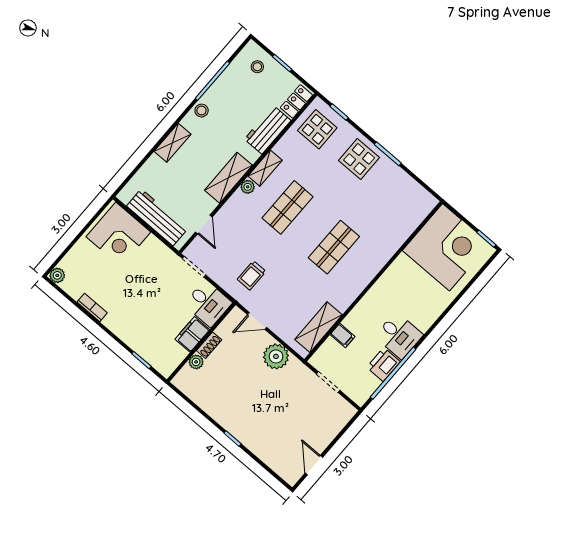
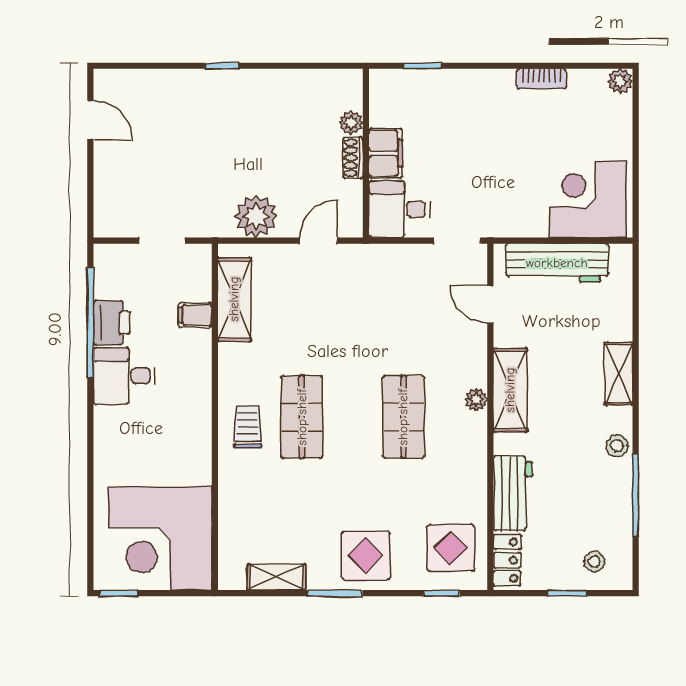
shelving: (265, 168) -> (276, 577), moved, turned 90
trolley: (252, 275) -> (248, 427), moved

